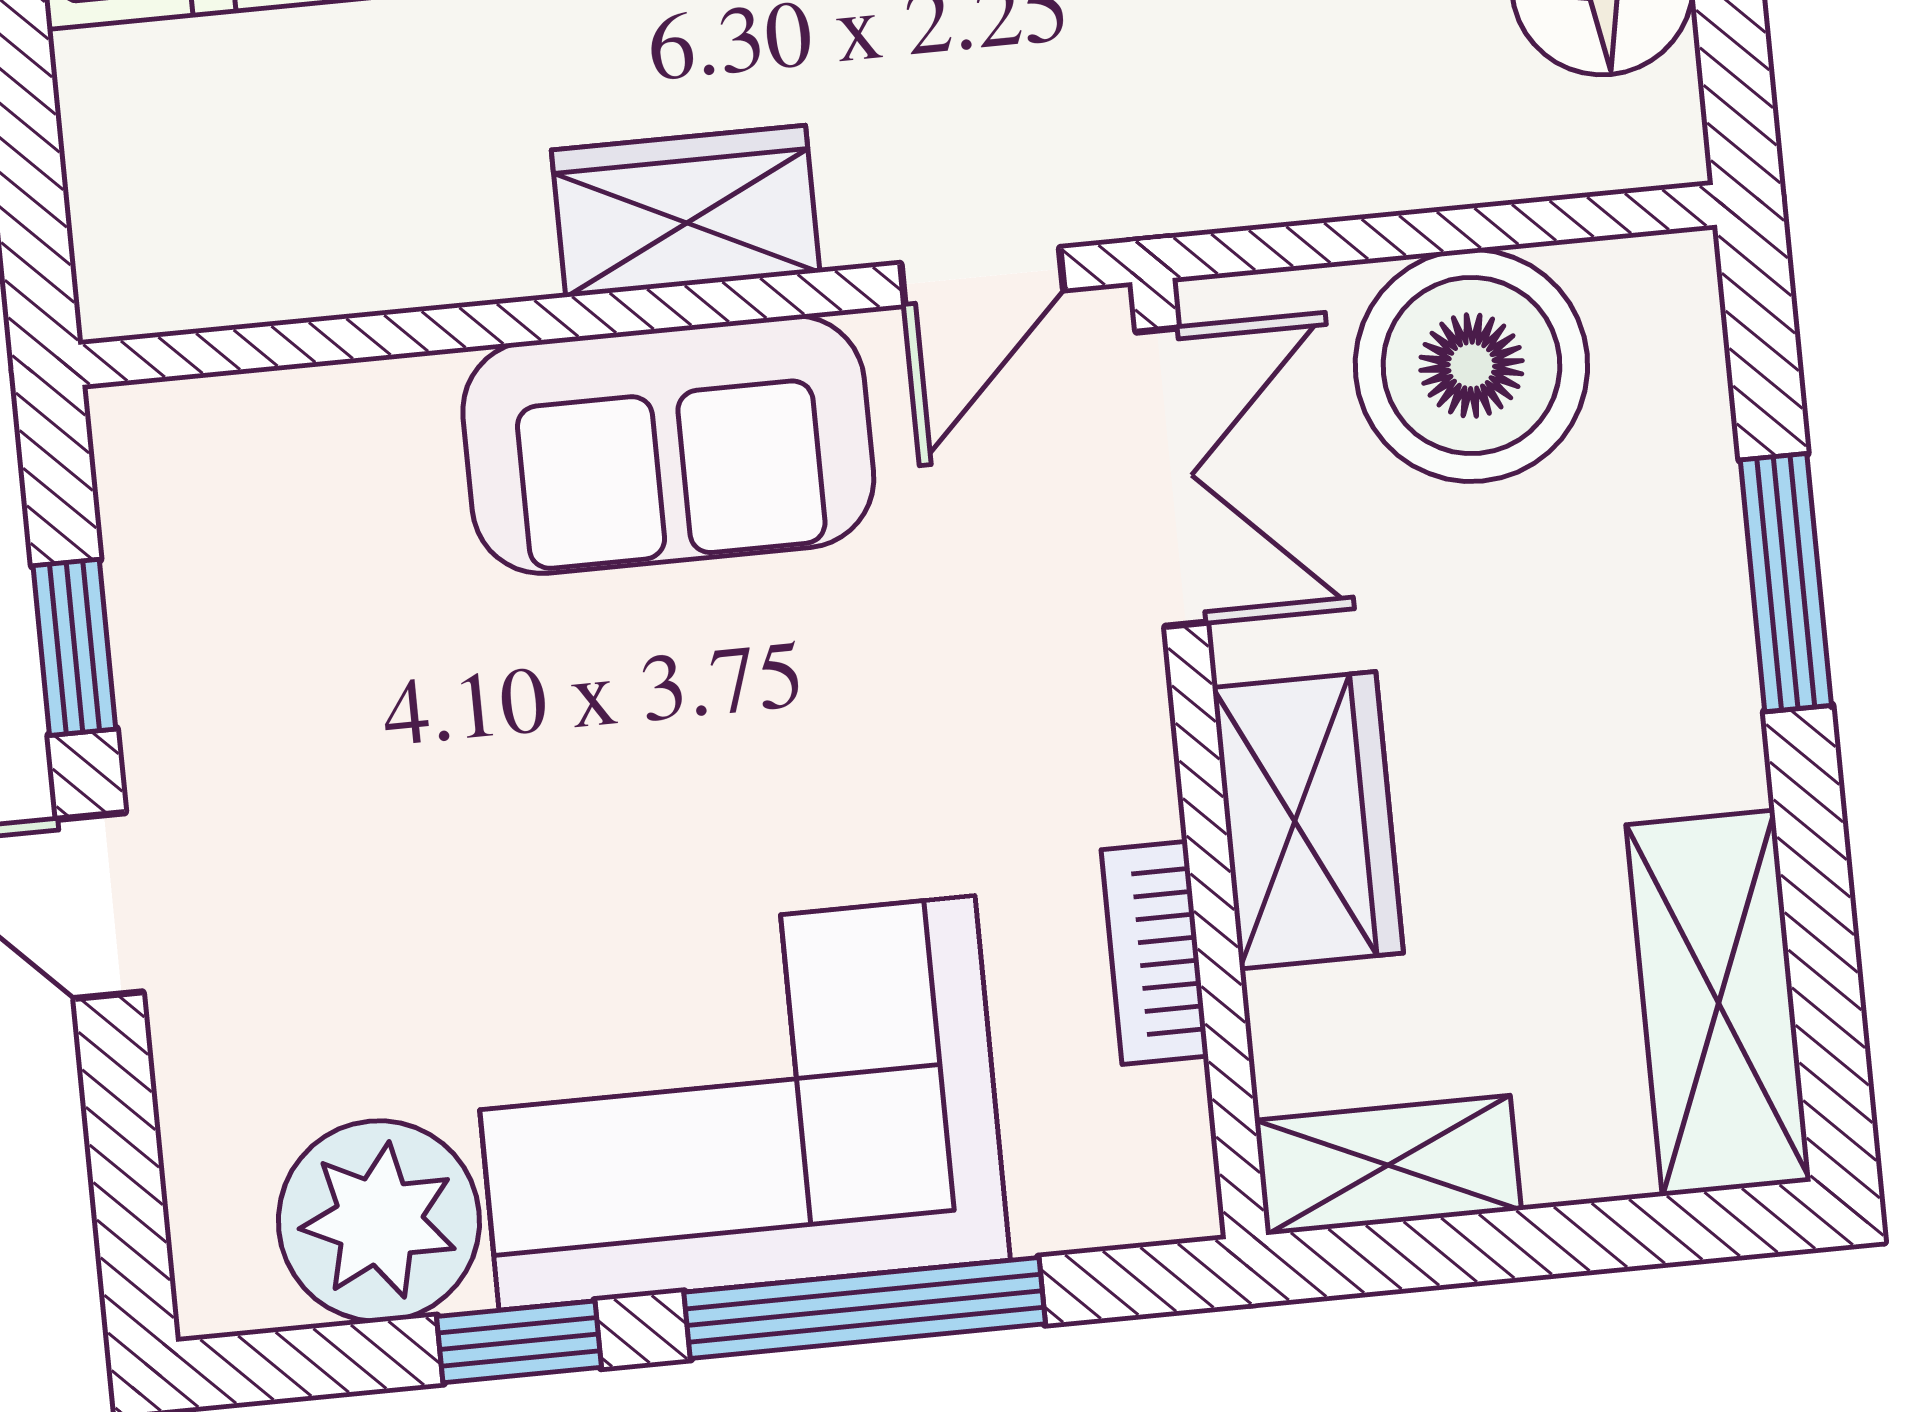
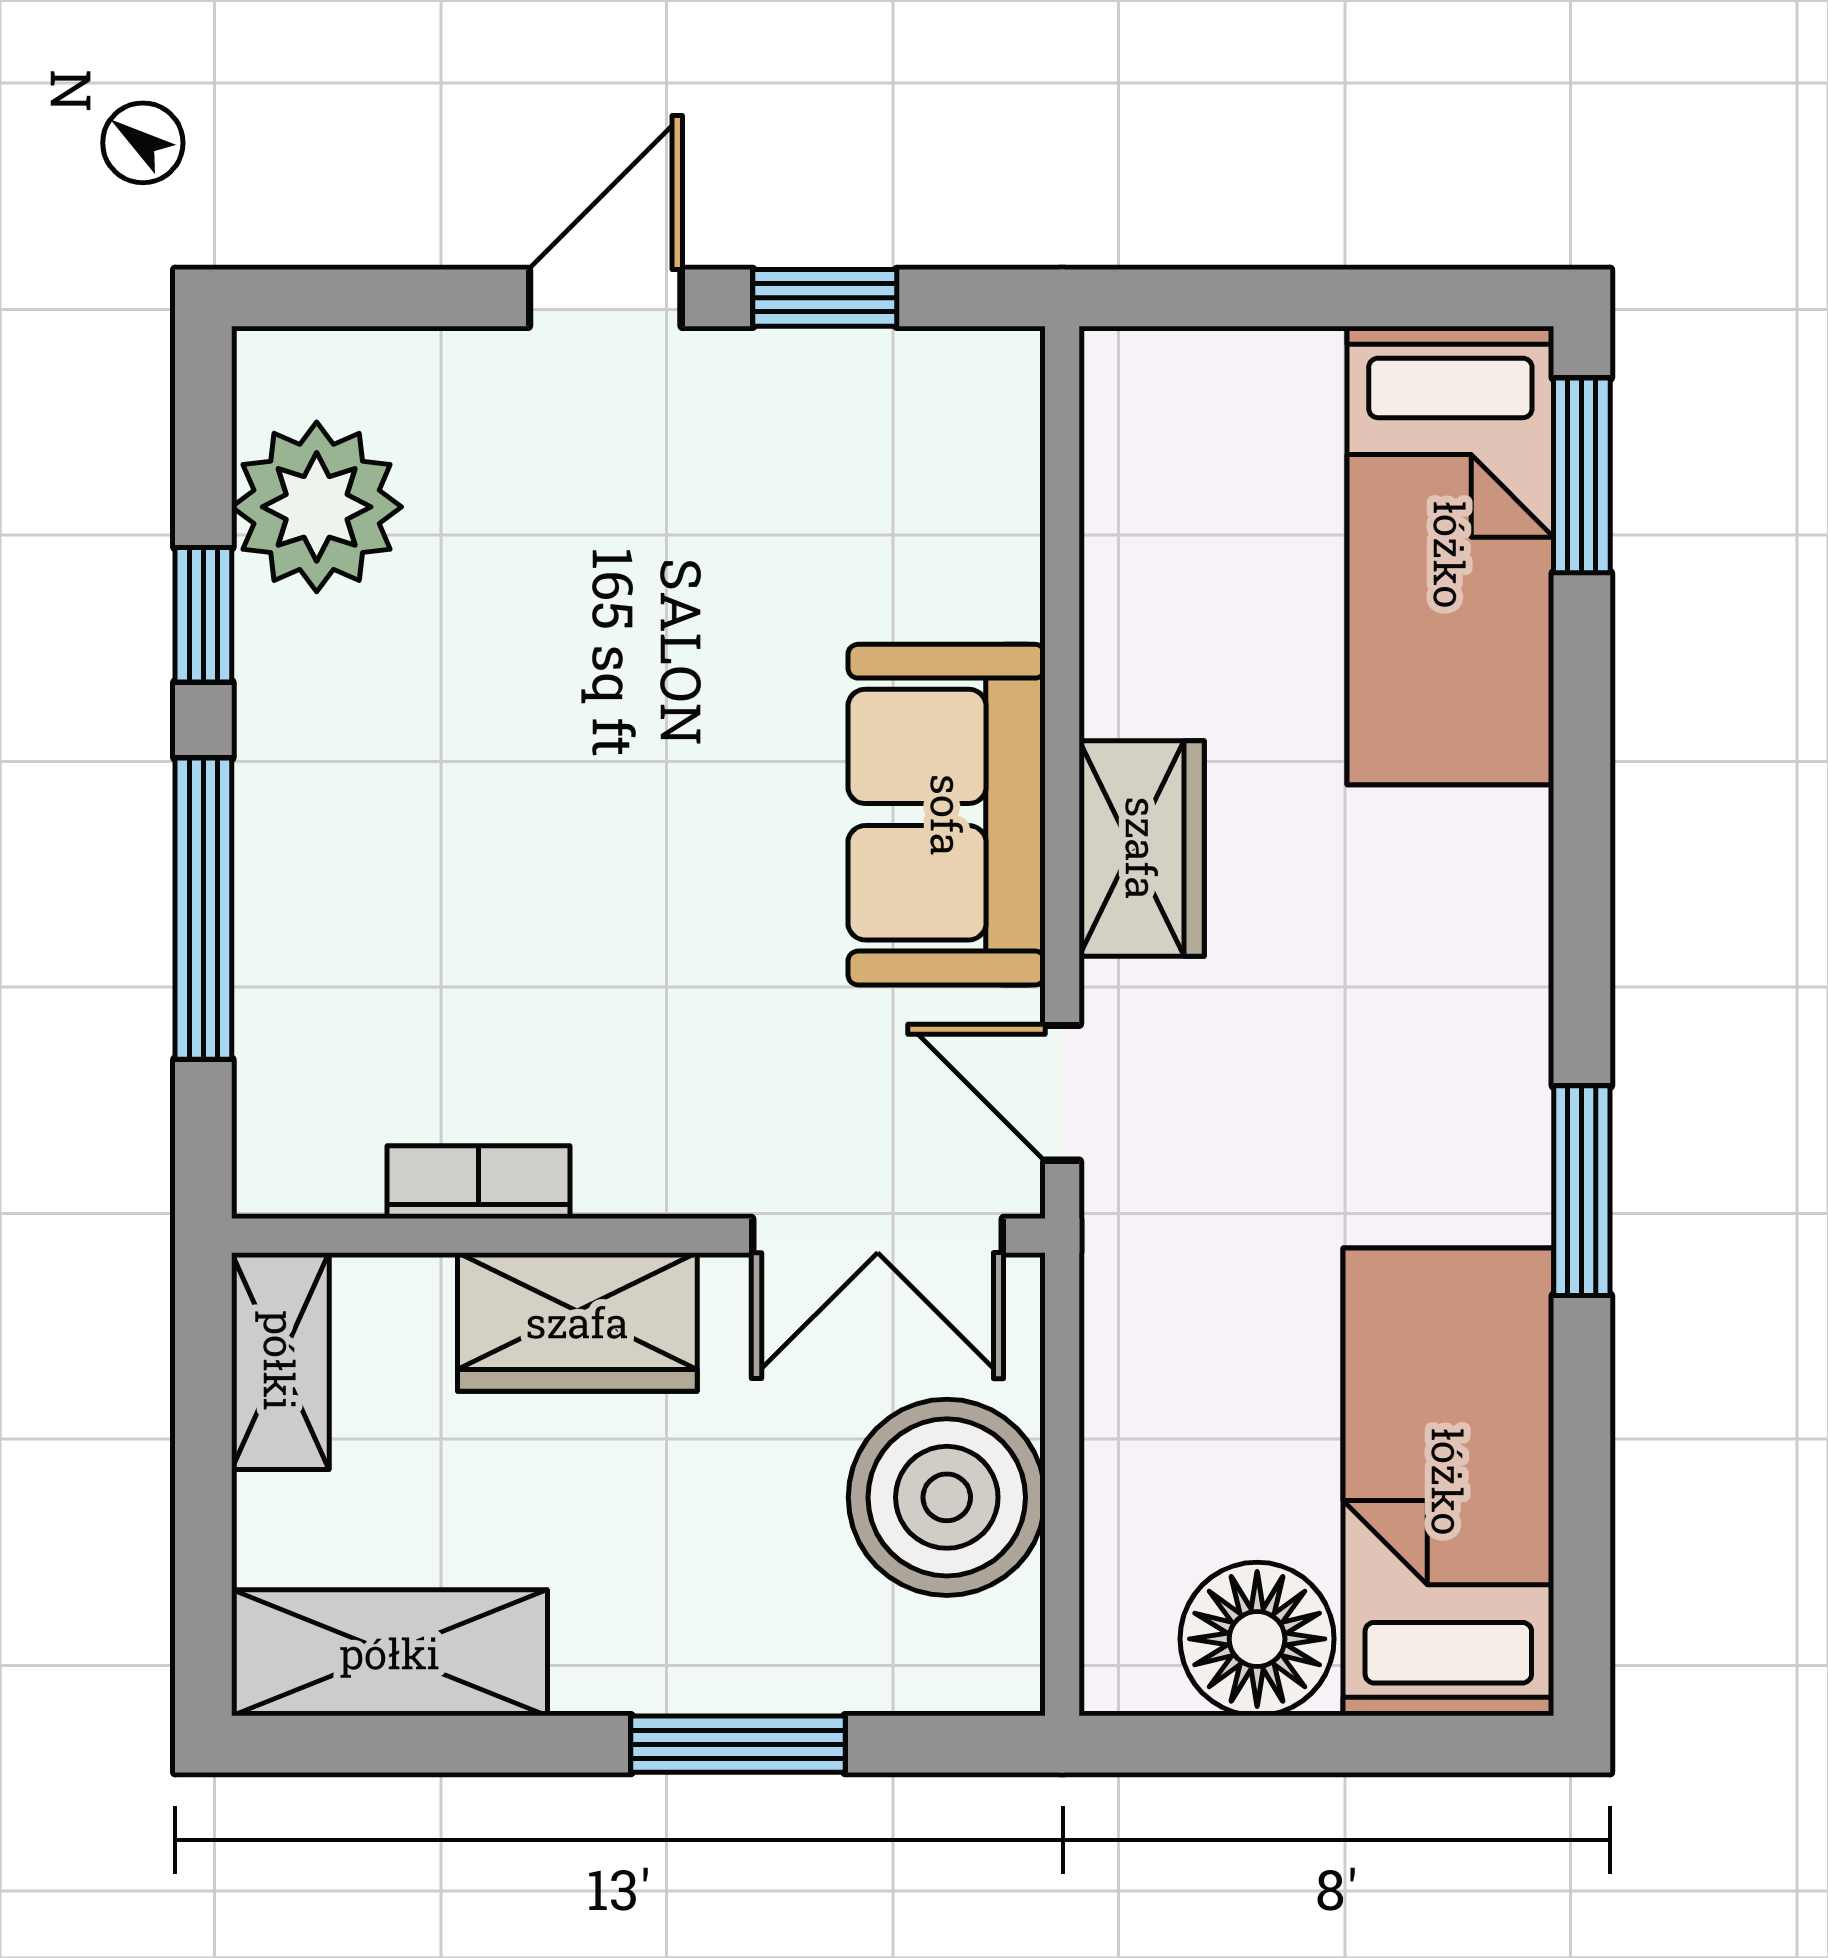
corner sofa: (737, 1103) -> (387, 818), removed

